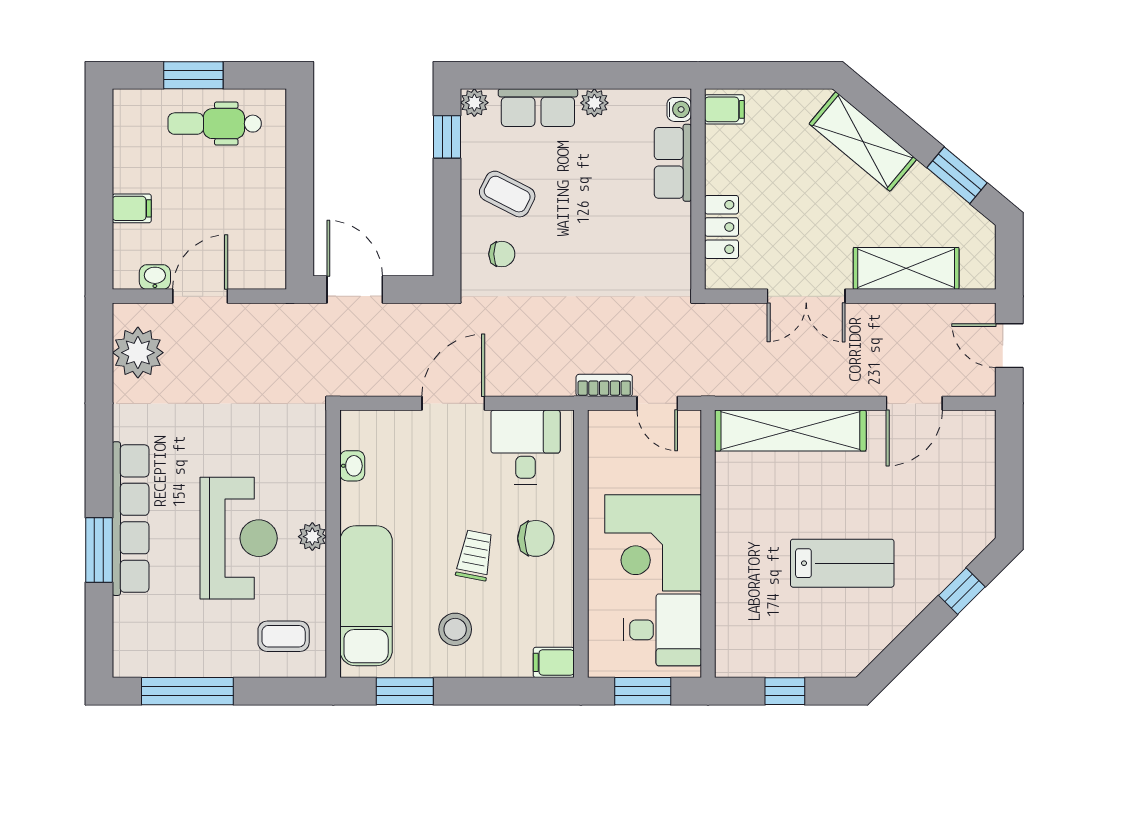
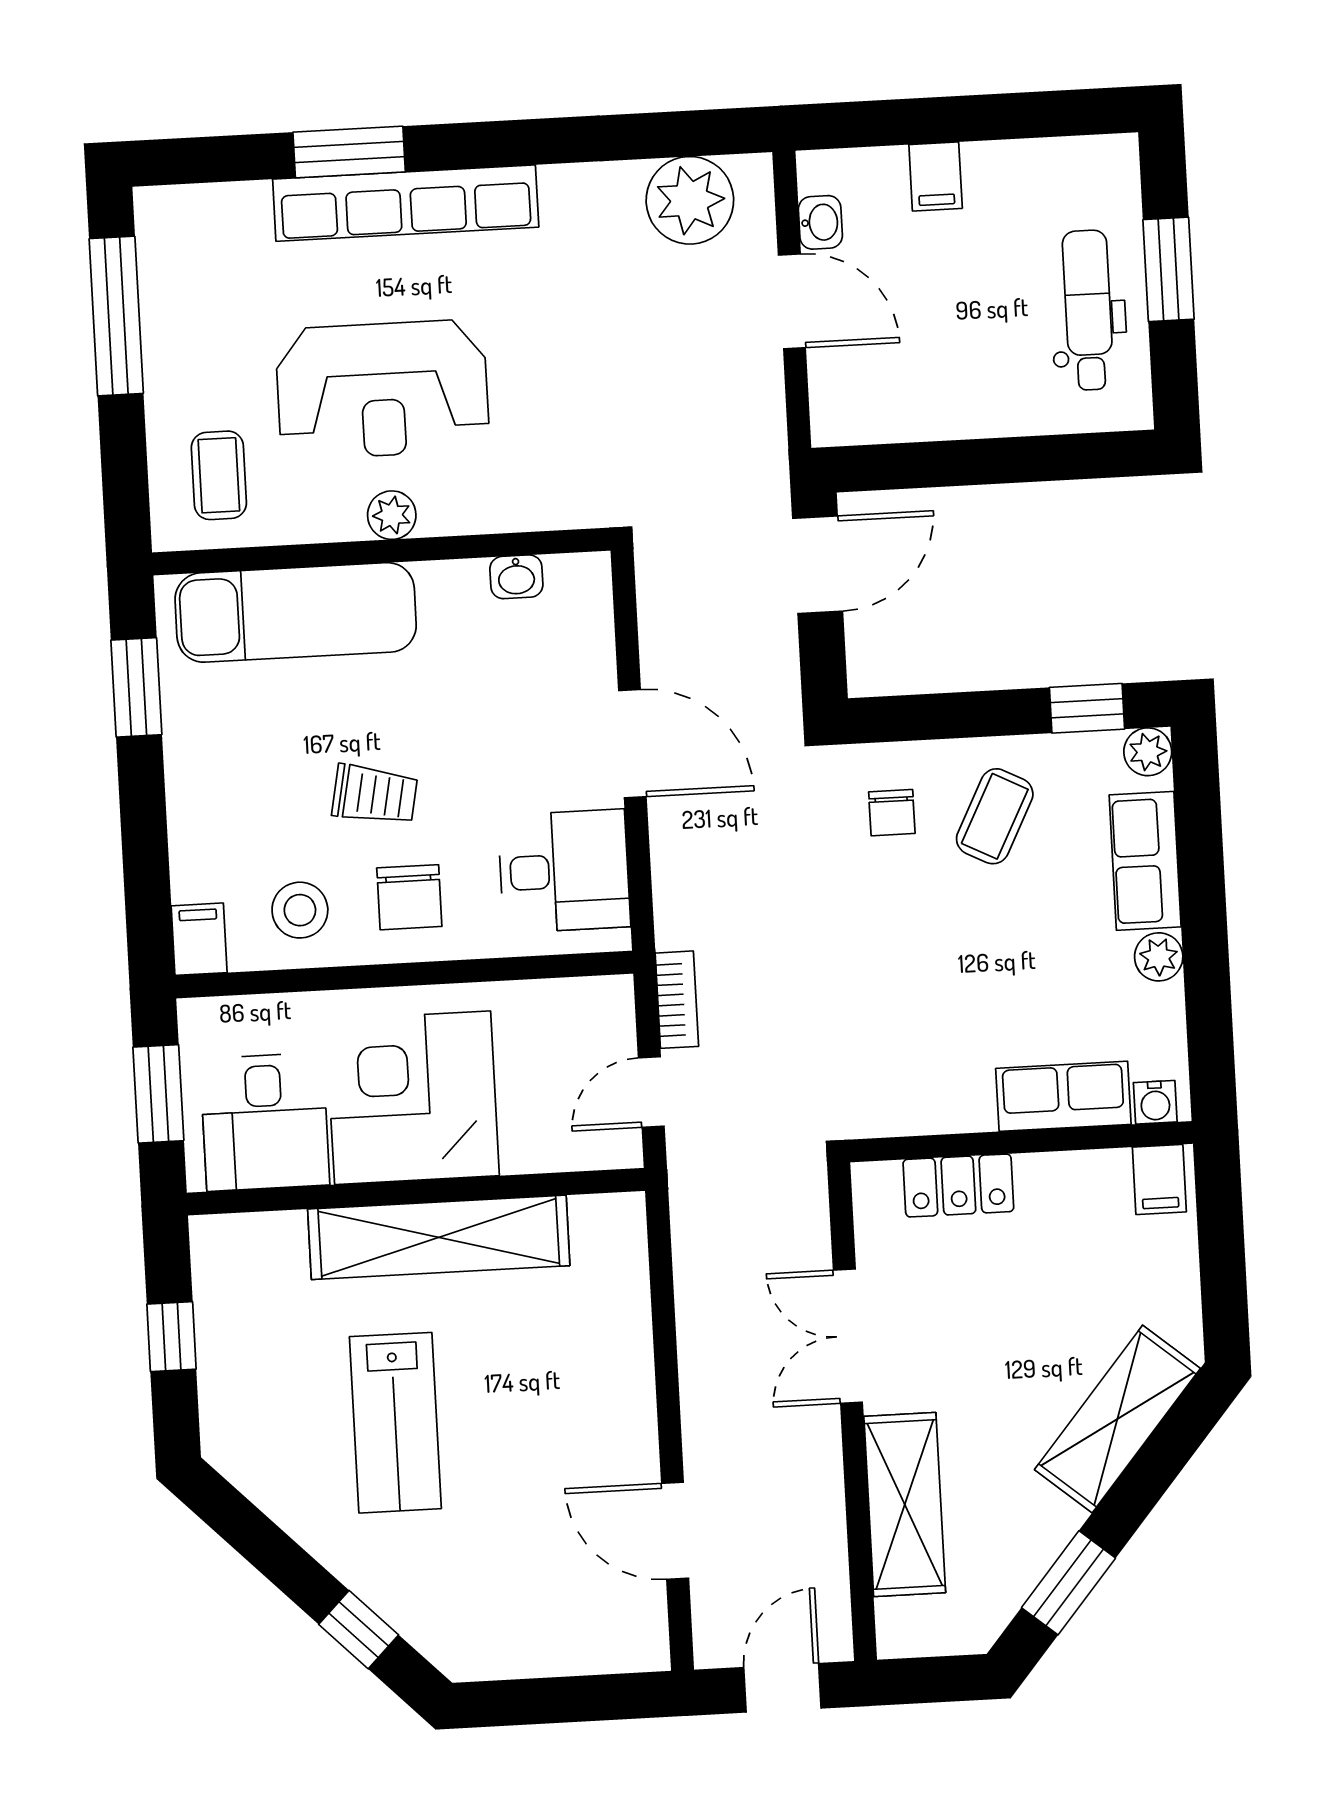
shelving: (790, 431) -> (439, 1237), moved, turned 90
stool: (455, 629) -> (300, 910), moved

